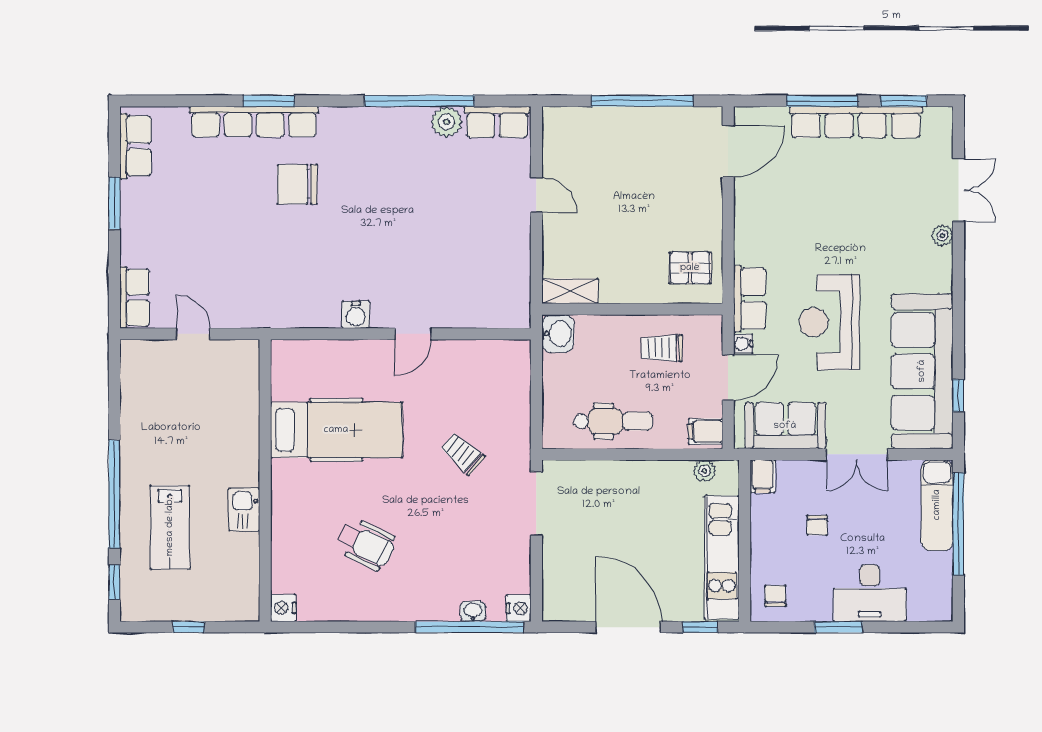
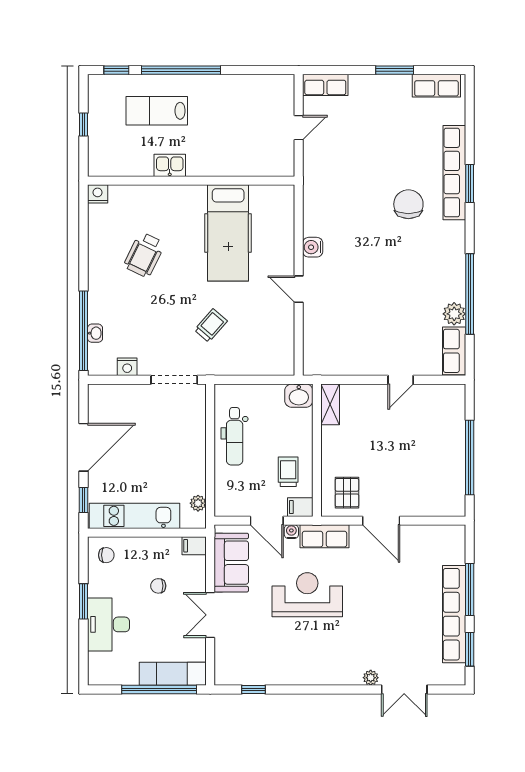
door: (728, 151) -> (381, 521), moved
sofa: (922, 371) -> (271, 663), removed
filing cabinet: (706, 431) -> (300, 507), moved, turned -90
nightstand: (519, 608) -> (127, 367), moved

